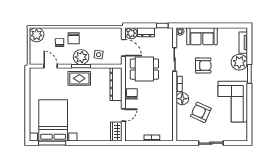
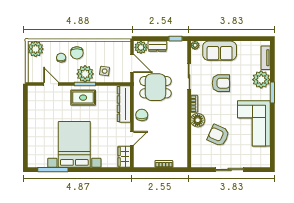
bed with nightstands: (53, 120) -> (74, 144), moved

